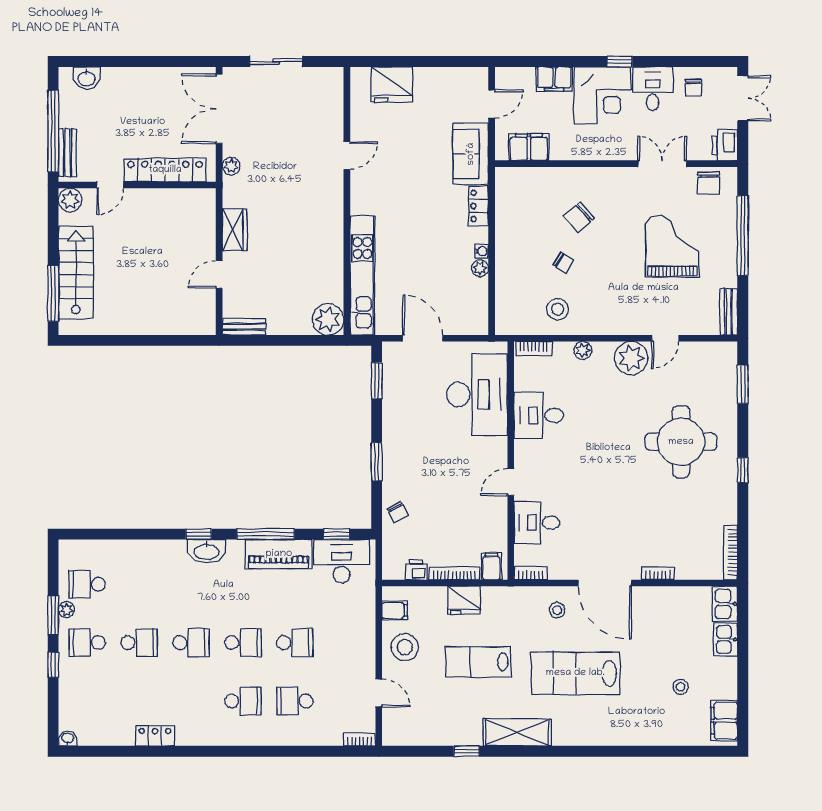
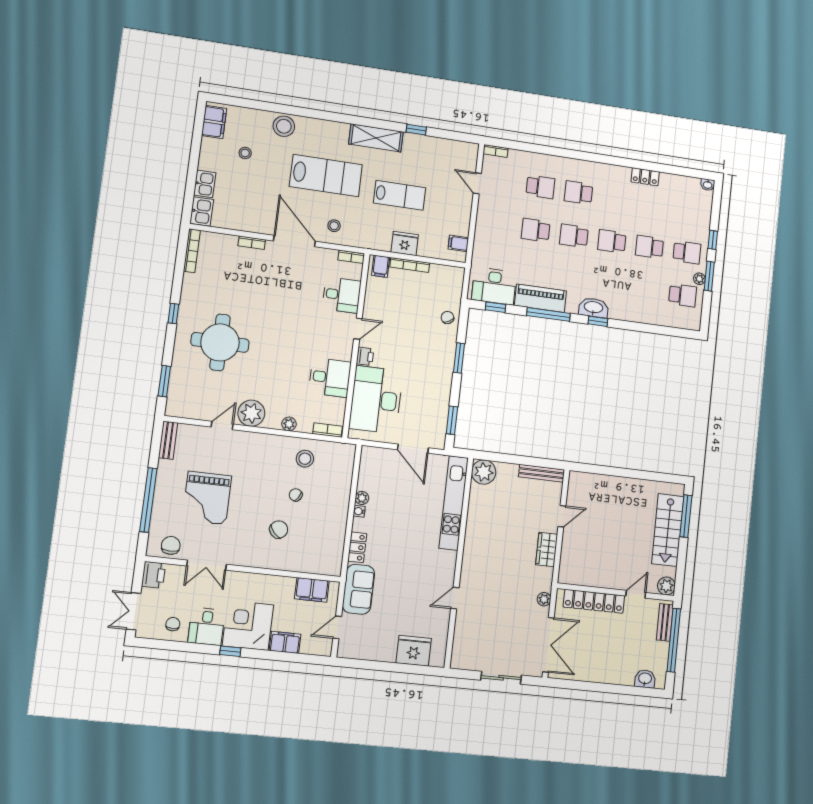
bench: (244, 327) -> (542, 473), width x1.36
printer: (416, 570) -> (365, 356), moved, turned -90
stool: (405, 647) -> (284, 126), moved

